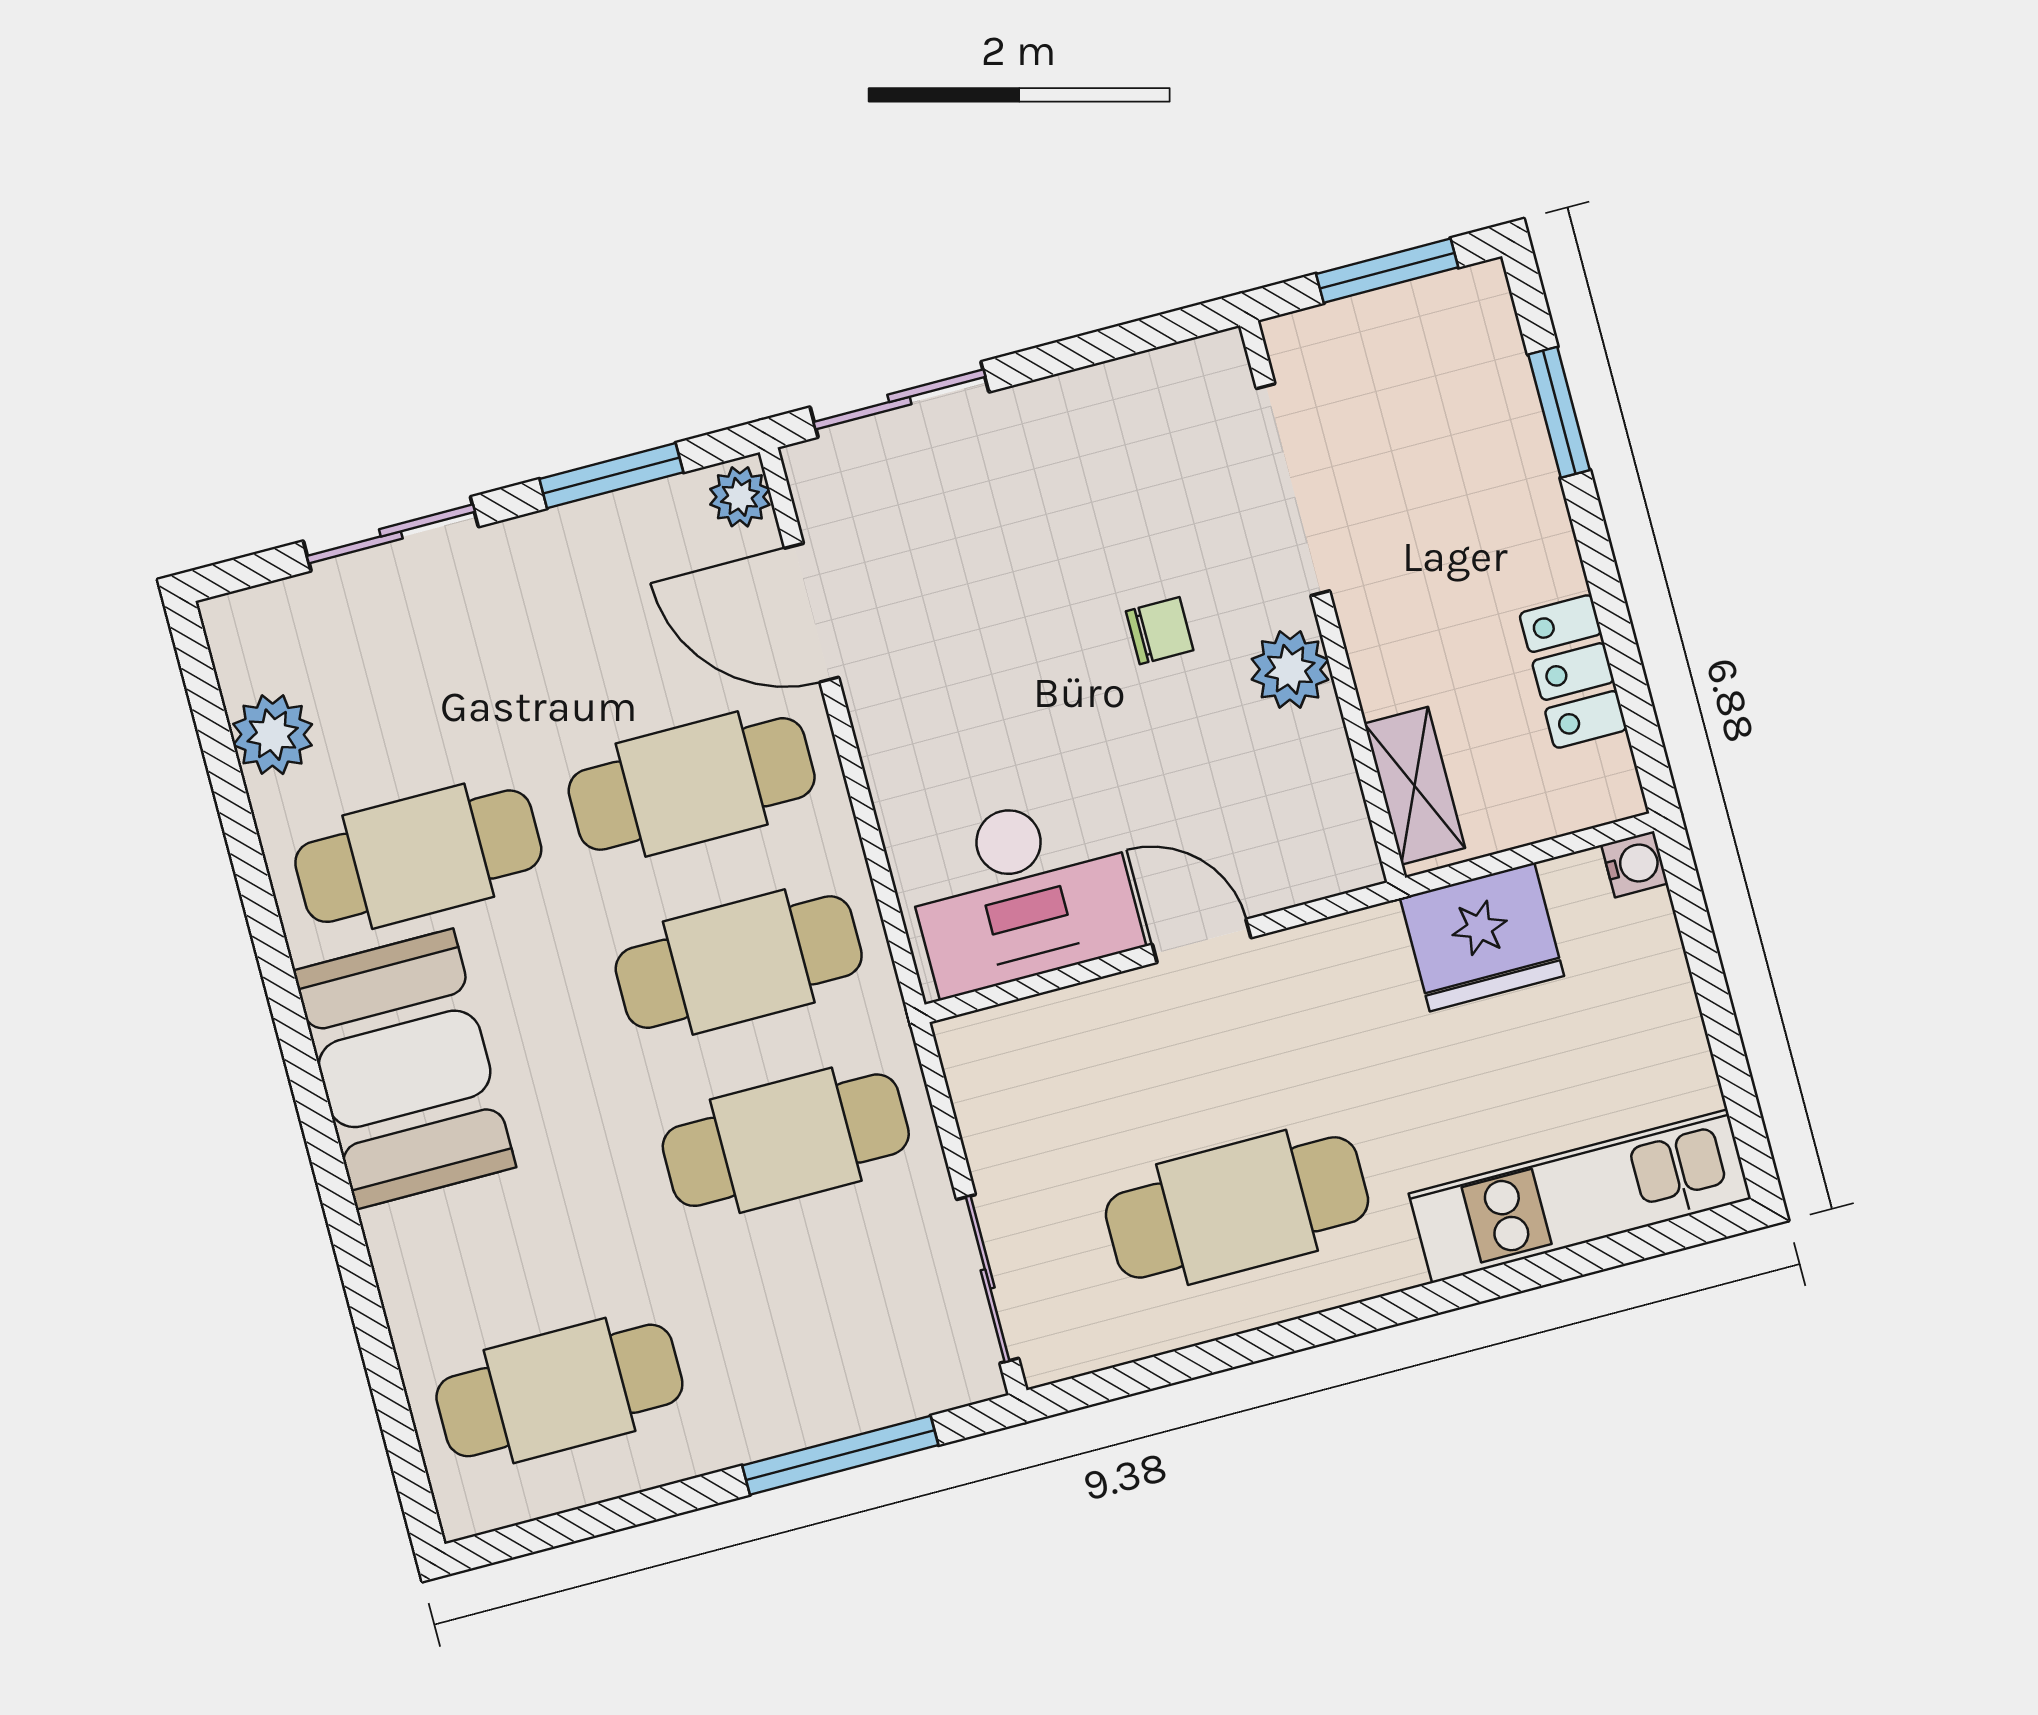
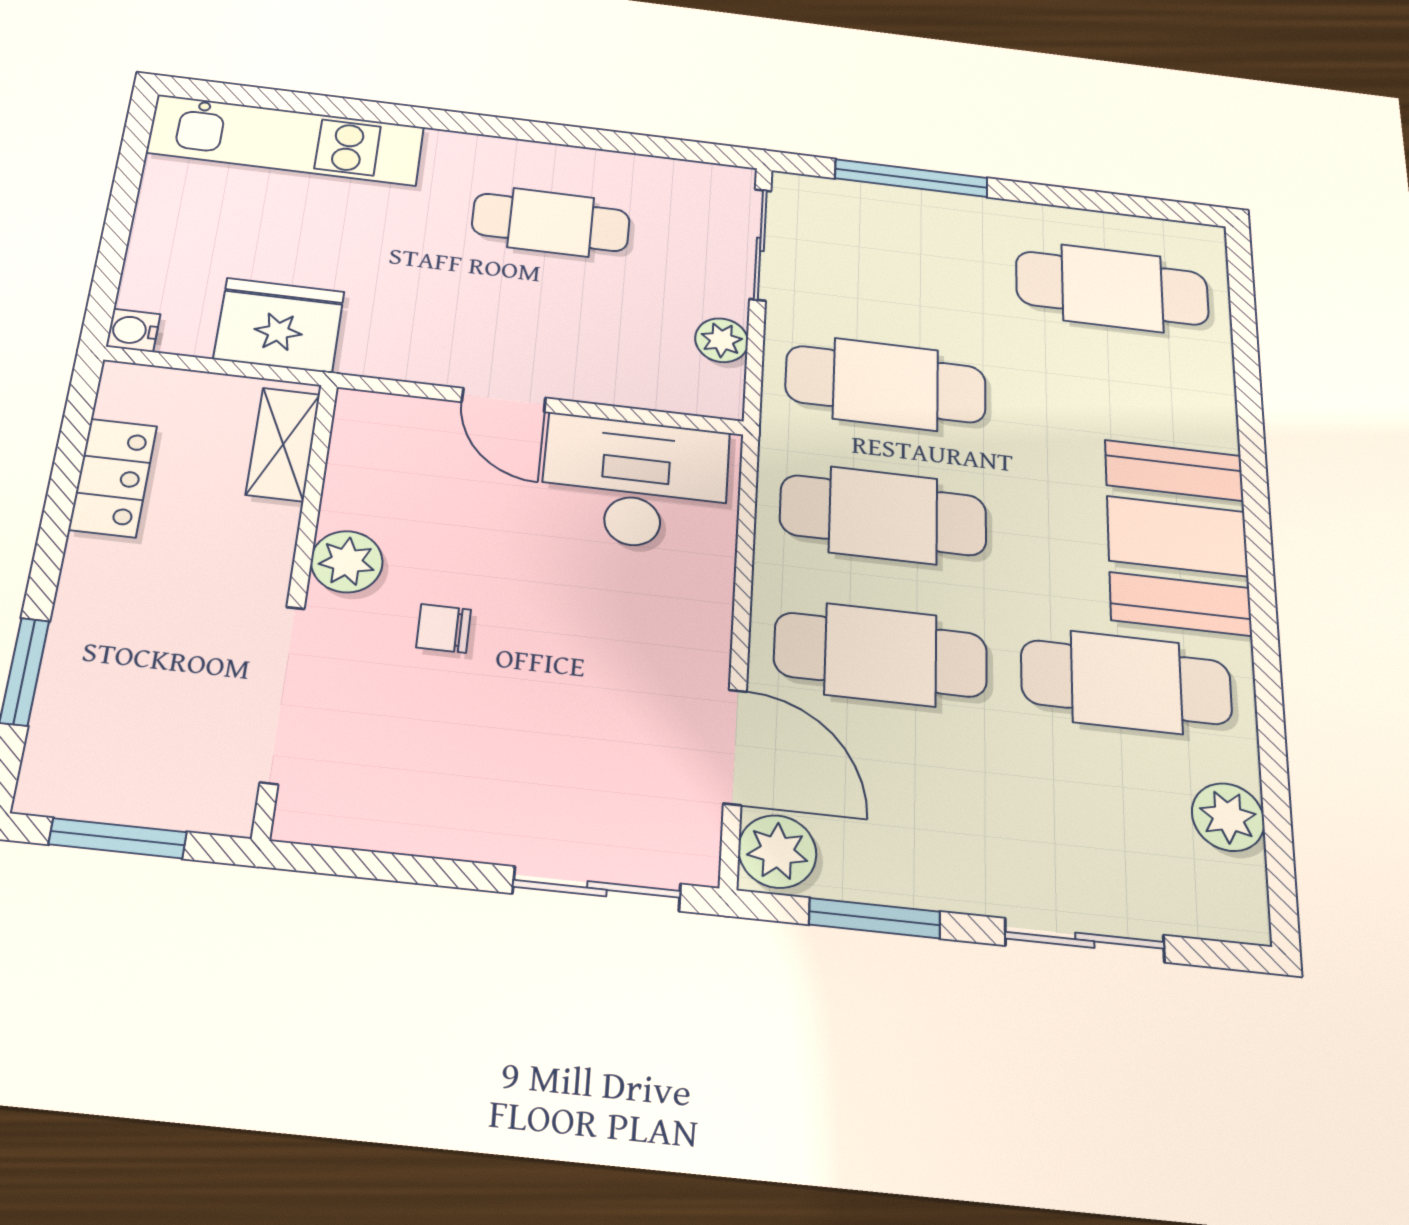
plant: (740, 497) -> (777, 851), width x1.38, depth x1.38
plant: (989, 1123) -> (722, 340), added
cafe table: (1237, 1207) -> (551, 222), width x0.73, depth x0.74

